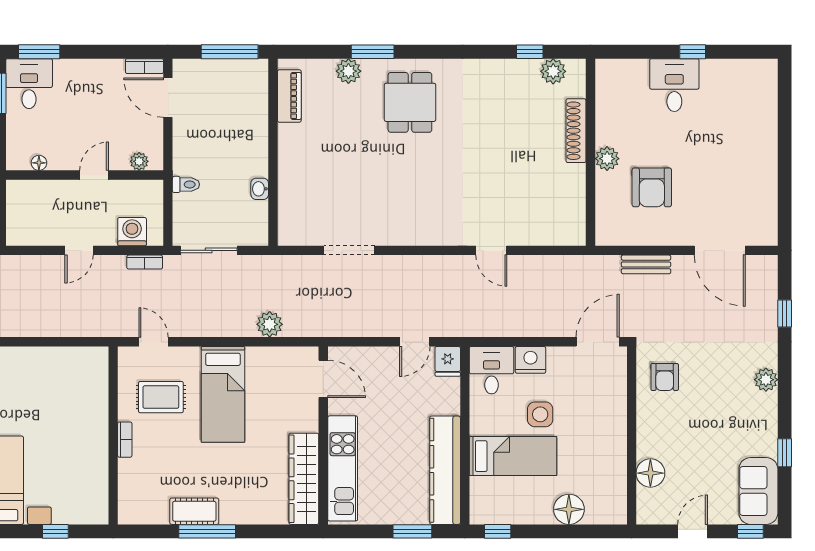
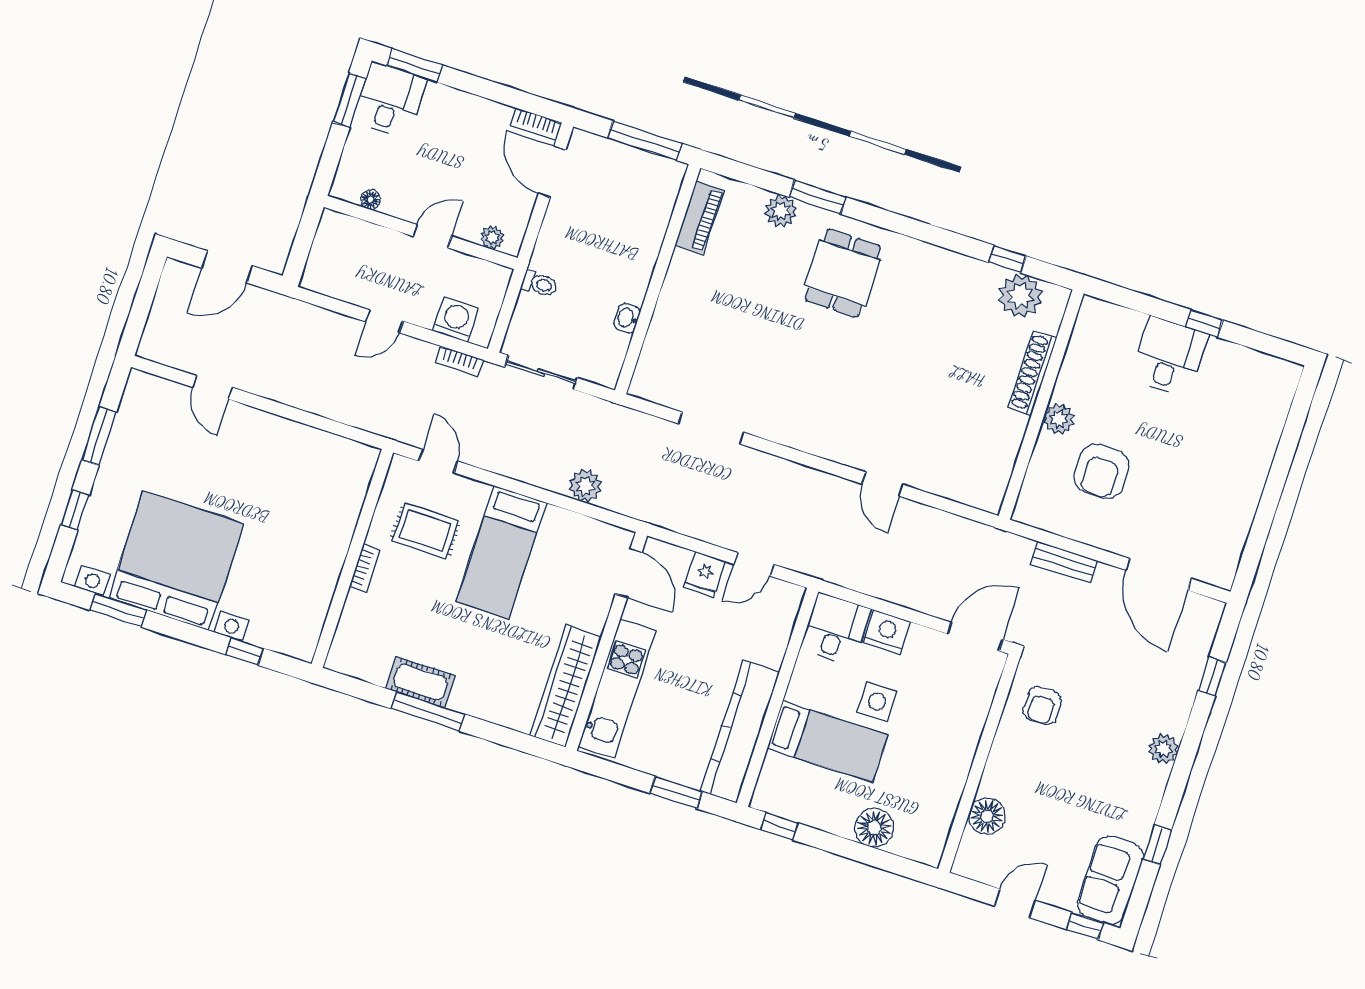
plant: (553, 71) -> (1021, 296), width x1.36, depth x1.36
fridge: (448, 361) -> (705, 574), moved

